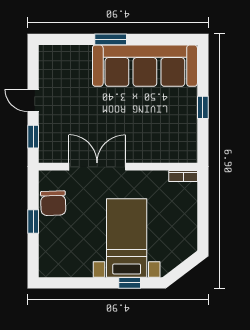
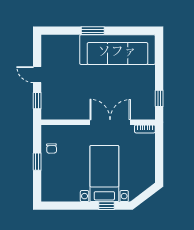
window: (203, 107) -> (159, 98), moved
double door: (97, 167) -> (110, 122), moved
chair: (53, 203) -> (52, 148), width x0.54, depth x0.54

